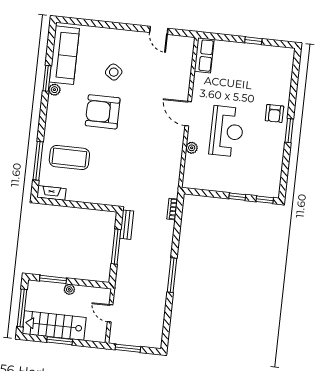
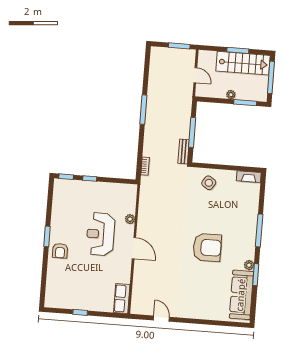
side table: (114, 72) -> (209, 183), moved
armchair: (274, 113) -> (60, 251), turned 180
coffee table: (69, 157) -> (234, 207), removed
window: (38, 161) -> (259, 230), moved

